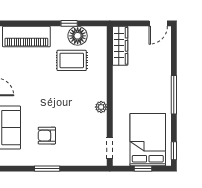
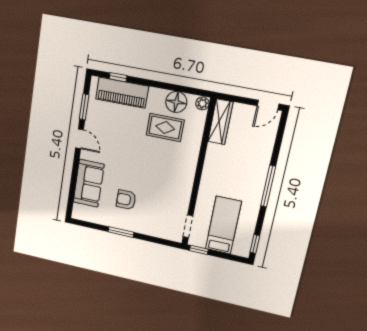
window: (69, 23) -> (118, 77), moved
plant: (101, 107) -> (202, 103), moved
bed: (148, 140) -> (223, 225), width x0.67
window: (143, 169) -> (199, 250), moved

